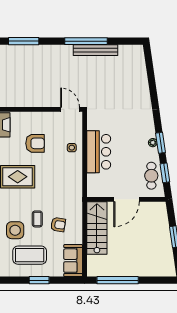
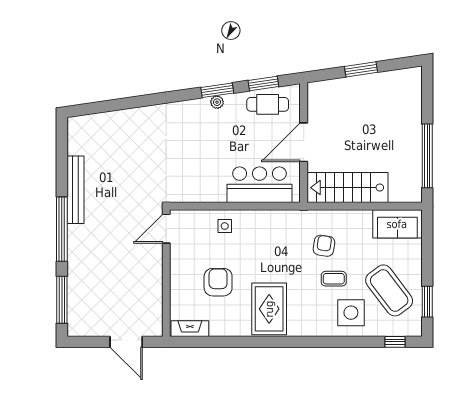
window: (86, 41) -> (62, 229), moved
bar counter: (99, 152) -> (259, 185), moved
door: (127, 199) -> (304, 142), swing flipped
armchair: (58, 225) -> (324, 246), moved
coffee table: (30, 255) -> (389, 290), turned -37
window: (39, 280) -> (427, 302), moved

